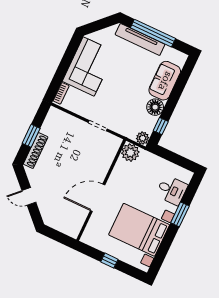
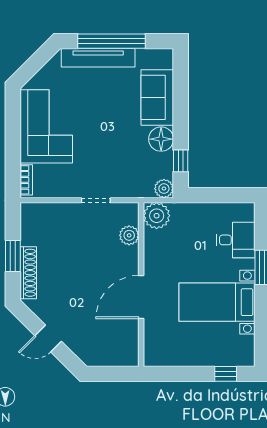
plant: (108, 157) -> (129, 235), added
bed with nightstands: (139, 230) -> (217, 302), width x0.73
window: (109, 261) -> (226, 374), moved

